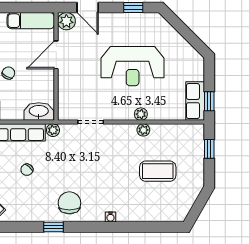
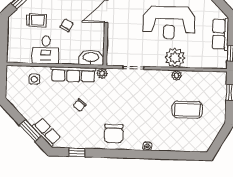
row of seats: (195, 101) -> (220, 34), moved
plant: (141, 114) -> (175, 58), width x1.88, depth x1.88
chair: (69, 203) -> (114, 134), turned 180
window: (53, 227) -> (77, 152), moved

